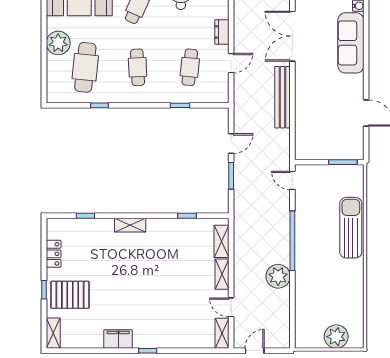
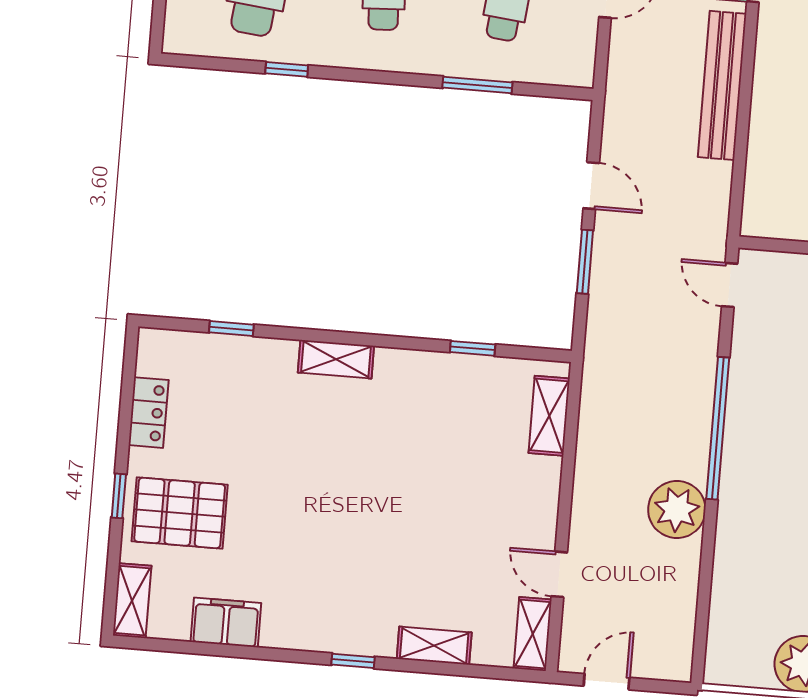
window: (180, 105) -> (477, 85), width x1.50
door: (231, 144) -> (591, 186), hinge flipped
shelving: (222, 274) -> (434, 646), moved, turned 90
filing cabinet: (118, 339) -> (226, 622), moved

